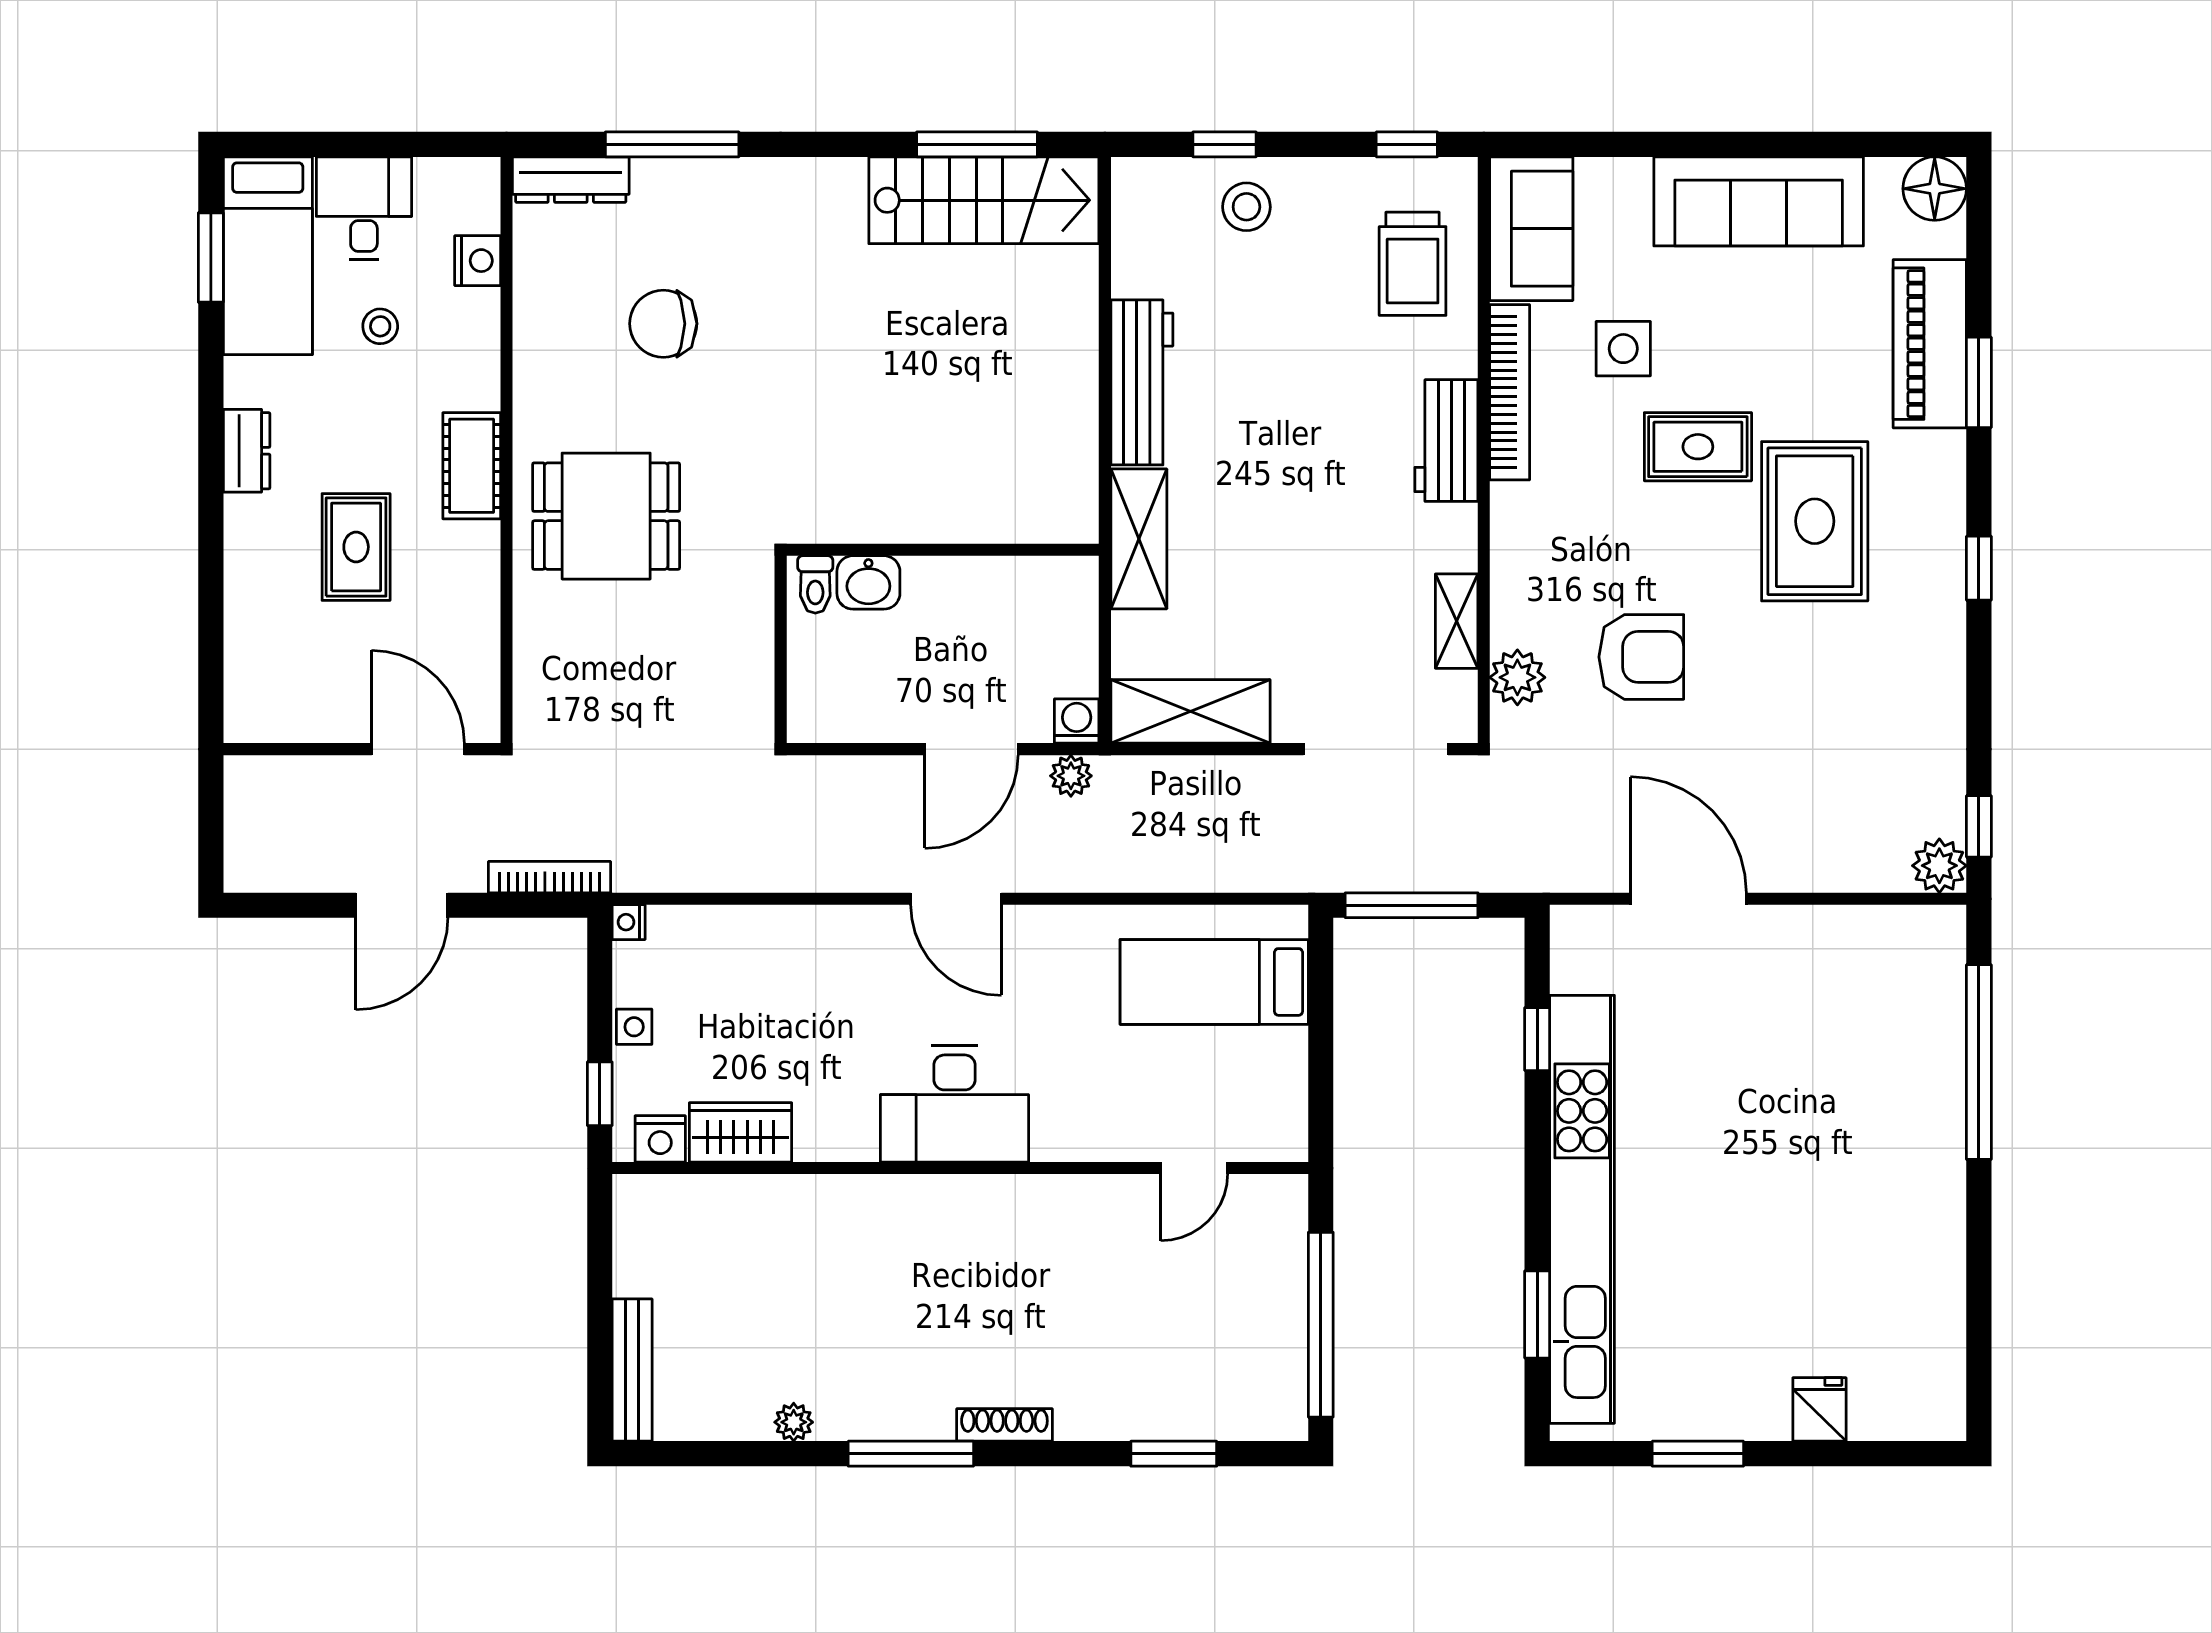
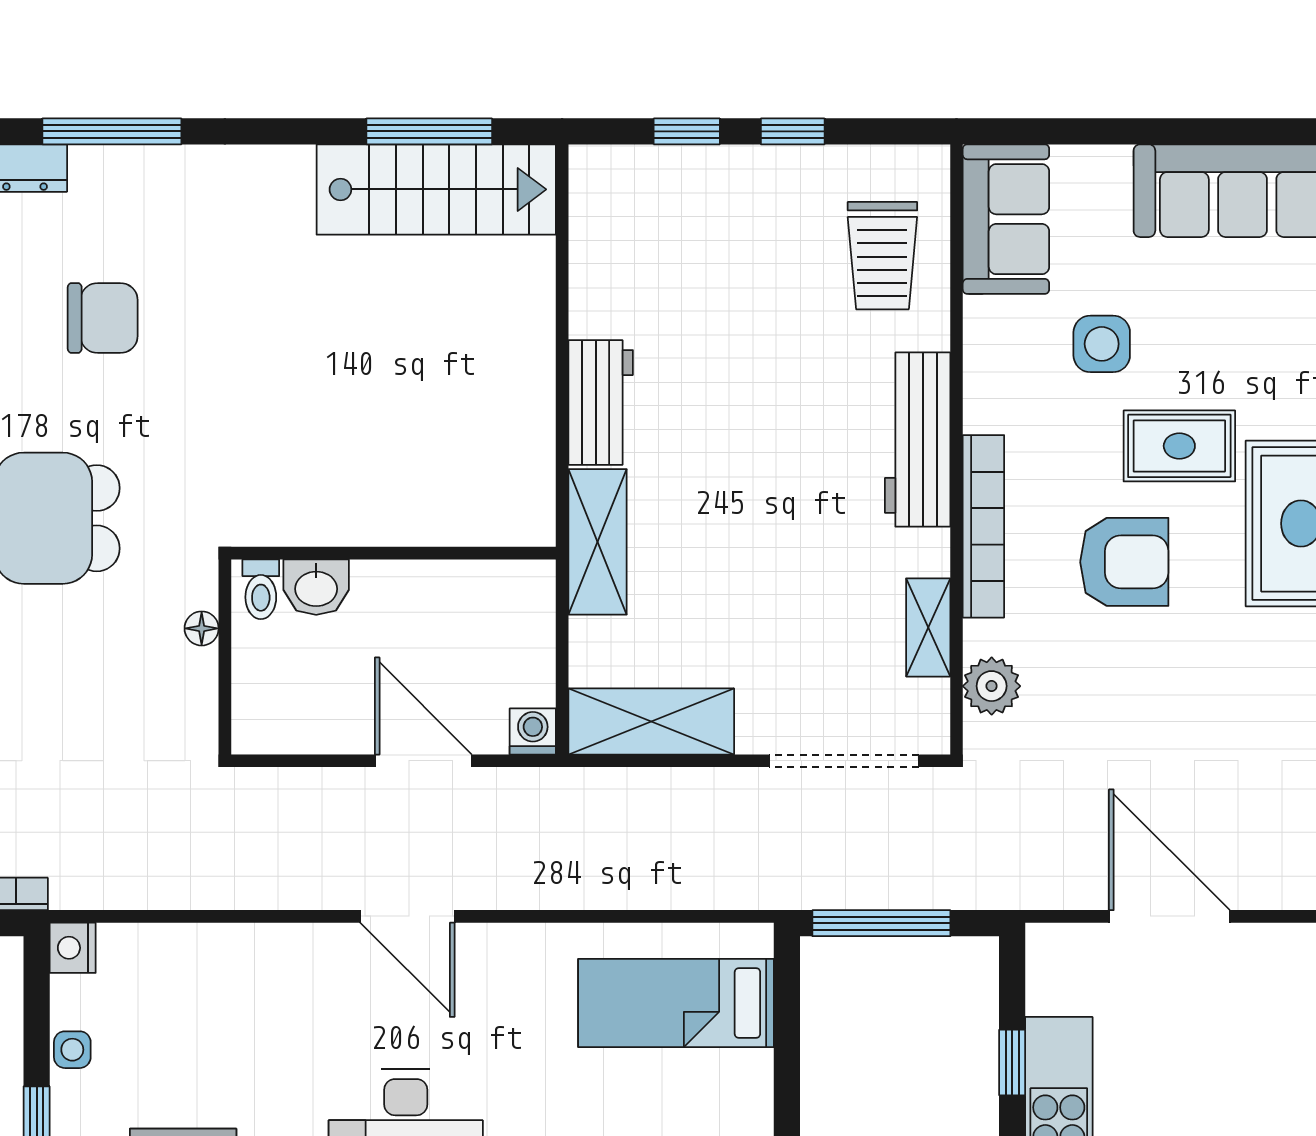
window: (1407, 144) -> (793, 131), moved
stool: (1246, 207) -> (710, 196), removed
chair: (663, 324) -> (103, 318), turned 180
workbench: (1142, 382) -> (601, 402), width x0.73
bookcase: (1510, 392) -> (983, 526), moved
workbench: (1446, 441) -> (918, 440), width x1.38
floor lamp: (758, 622) -> (202, 628), added
armchair: (1641, 657) -> (1124, 562), moved
door: (971, 749) -> (423, 761), swing flipped
plant: (1071, 776) -> (527, 788), removed
nightstand: (629, 922) -> (73, 948), width x1.39, depth x1.35

